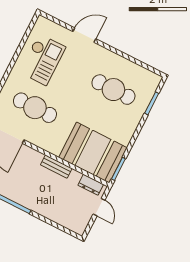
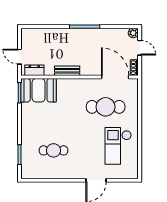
cafe table: (113, 90) -> (54, 150), width x0.73, depth x0.74
booth: (93, 153) -> (39, 90), width x0.73, depth x0.70

